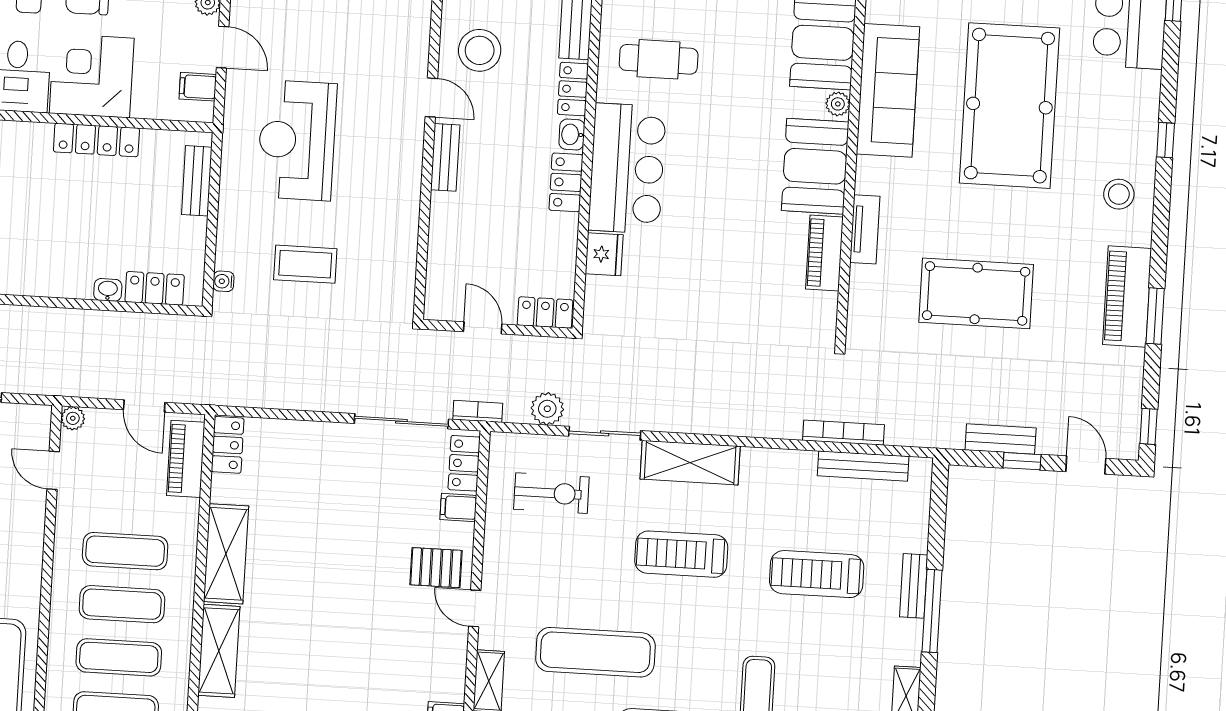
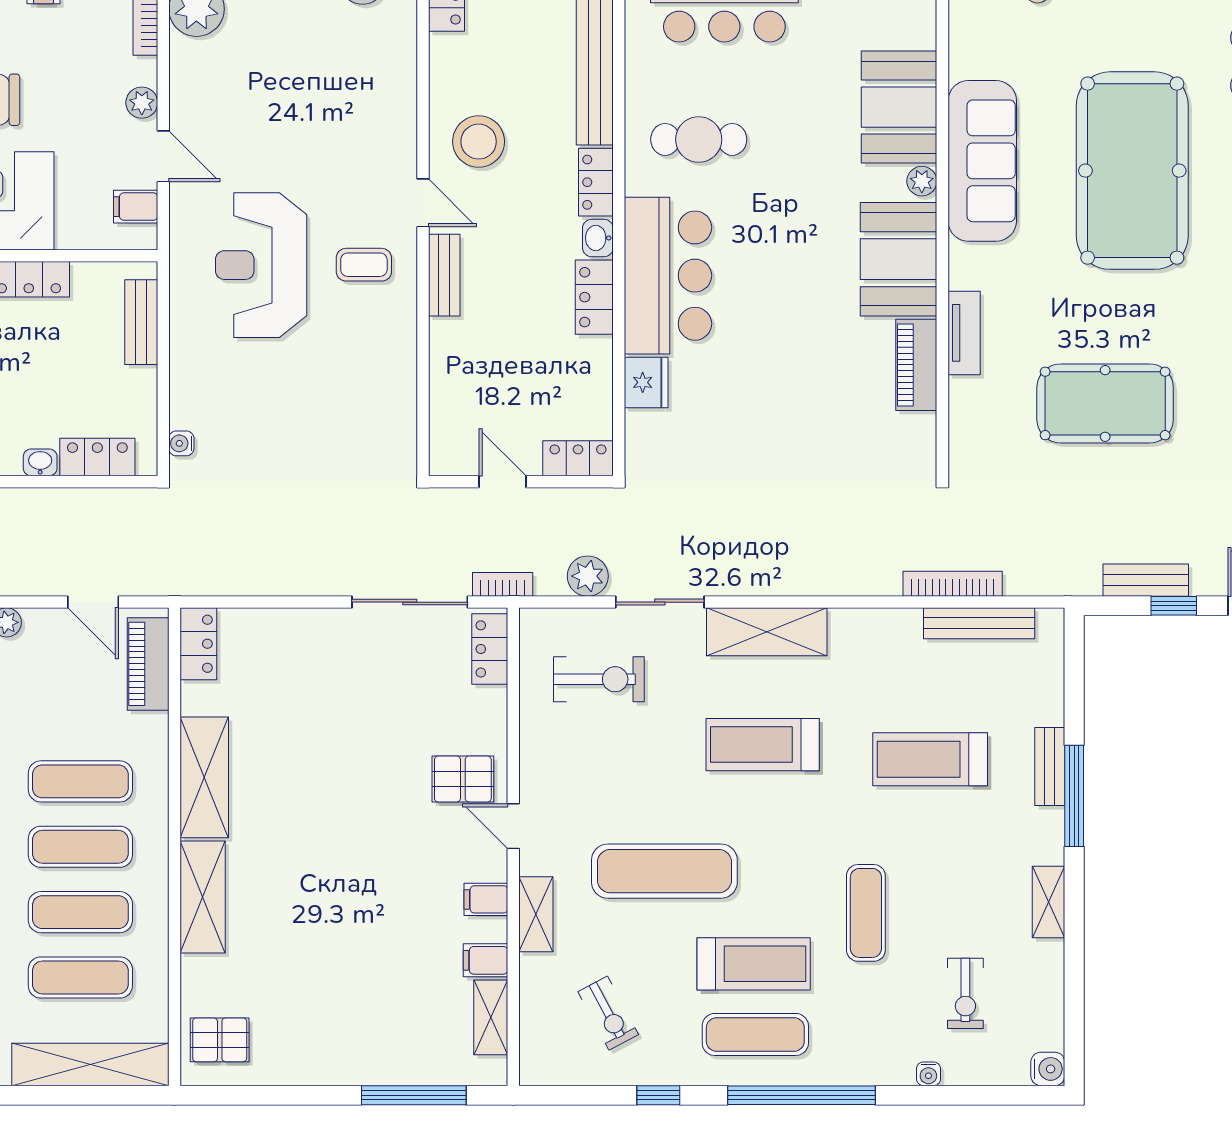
coffee table: (305, 264) -> (364, 265), moved, width x0.73, depth x0.77
filing cabinet: (458, 508) -> (486, 899), moved

